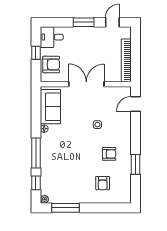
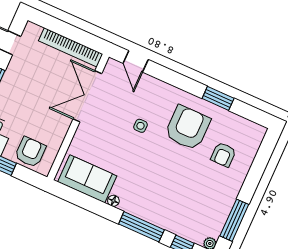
double door: (86, 84) -> (87, 96), moved
armchair: (109, 154) -> (188, 128), width x1.88, depth x1.88
armchair: (103, 183) -> (223, 155), turned 90

